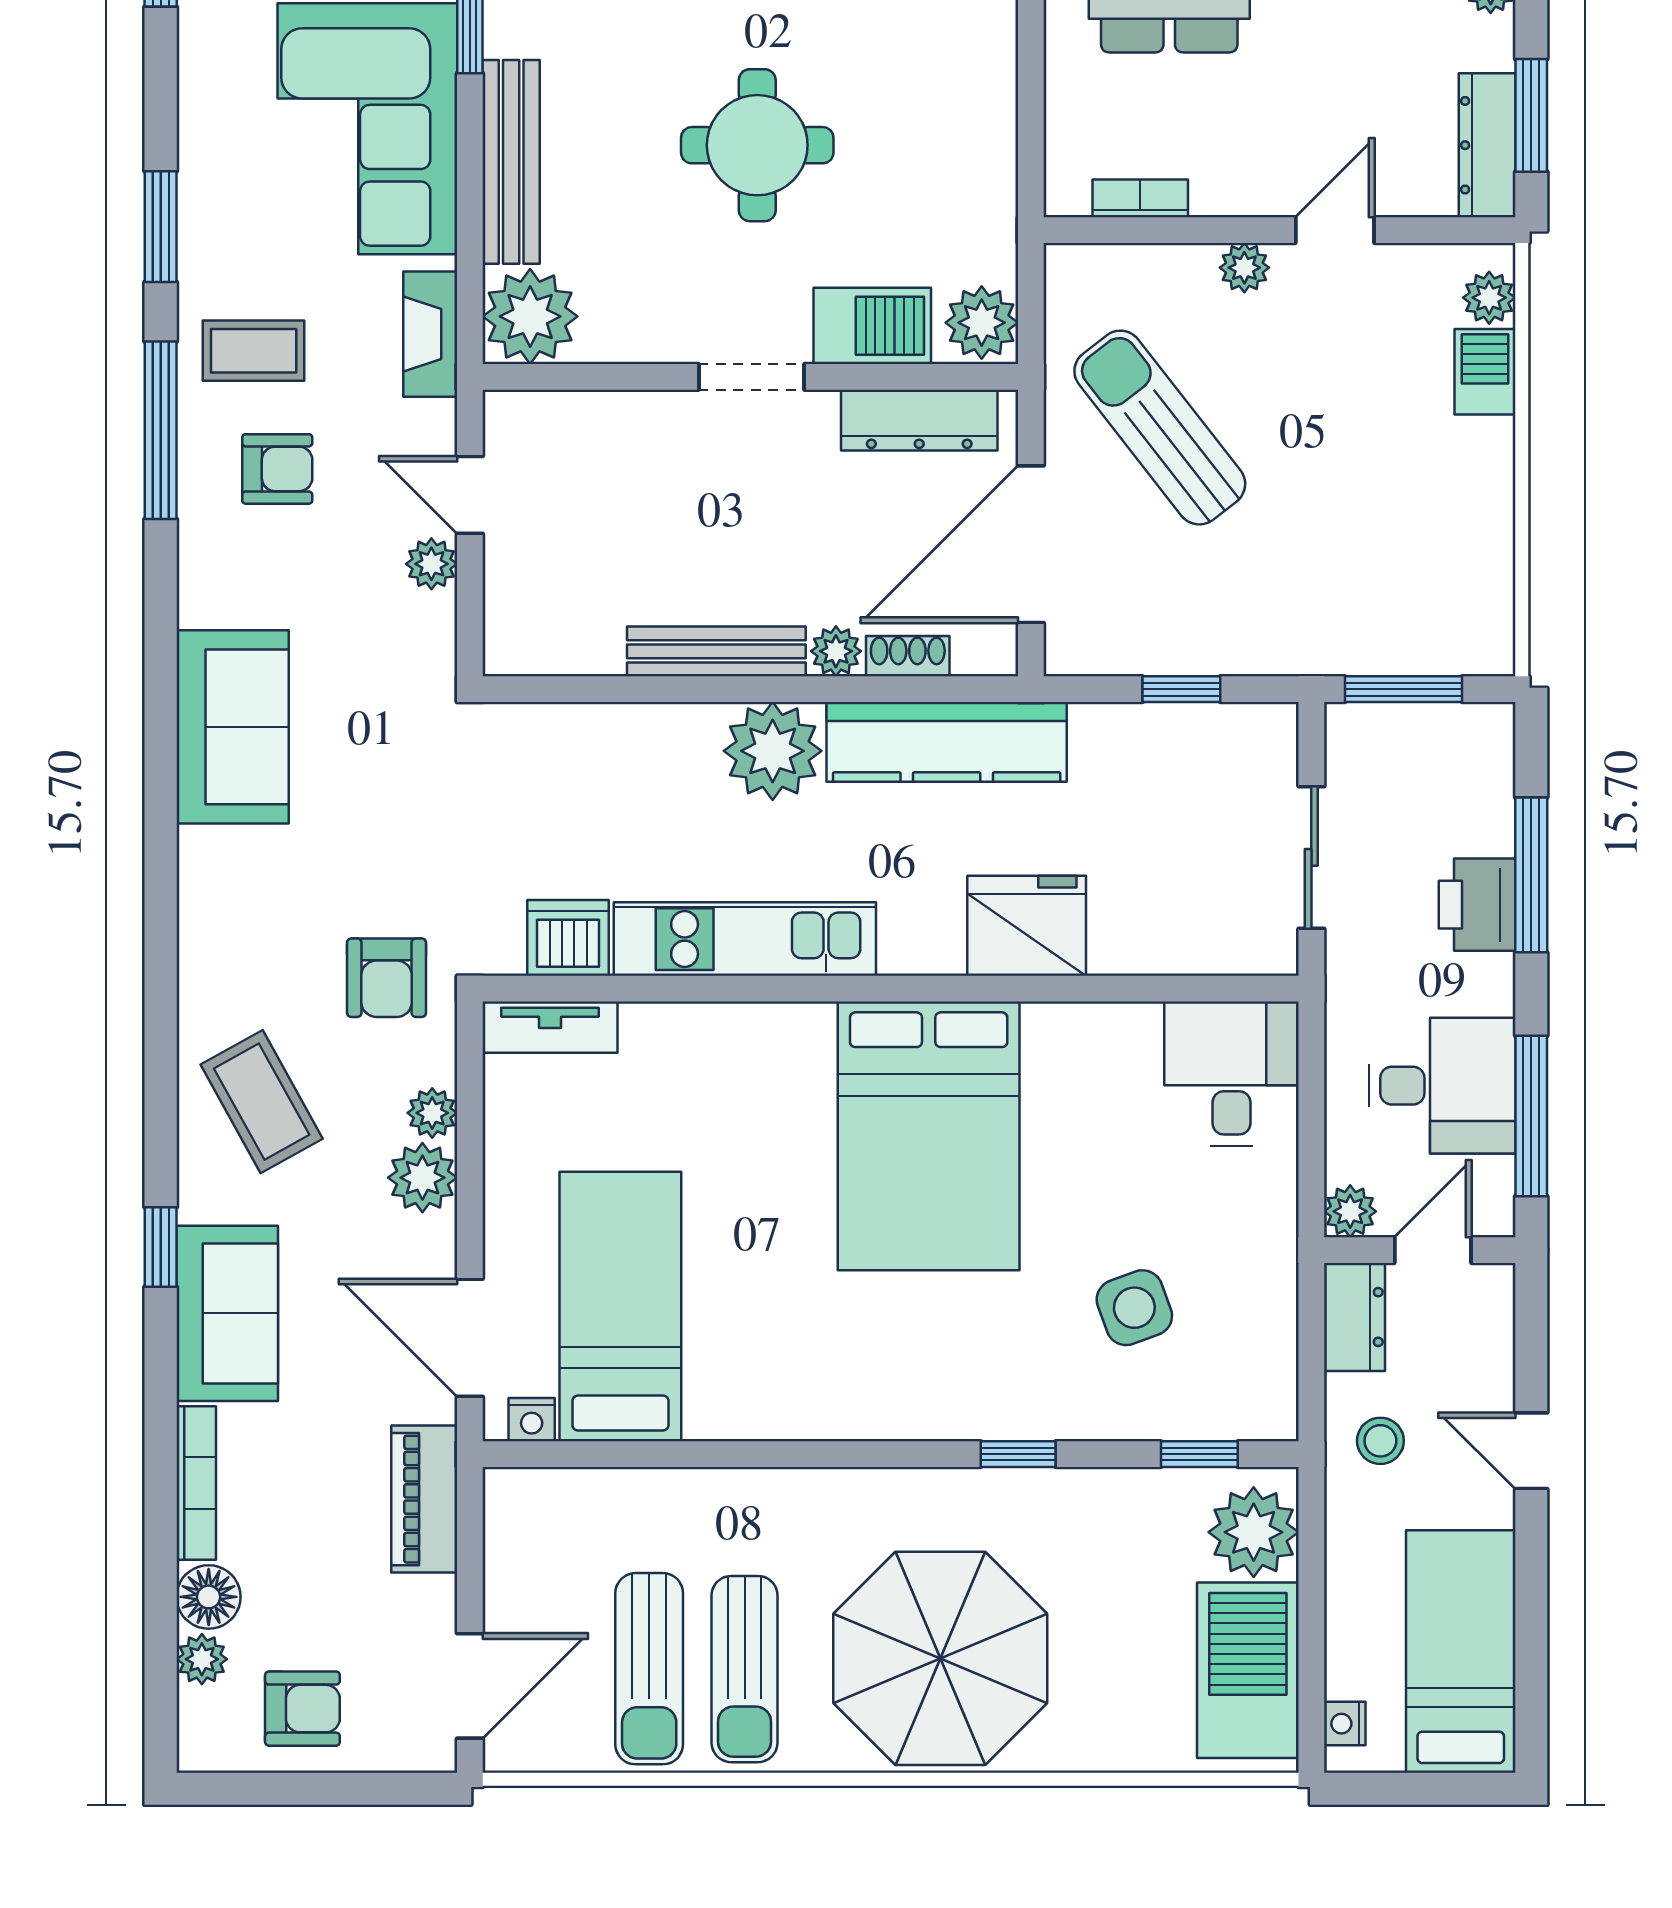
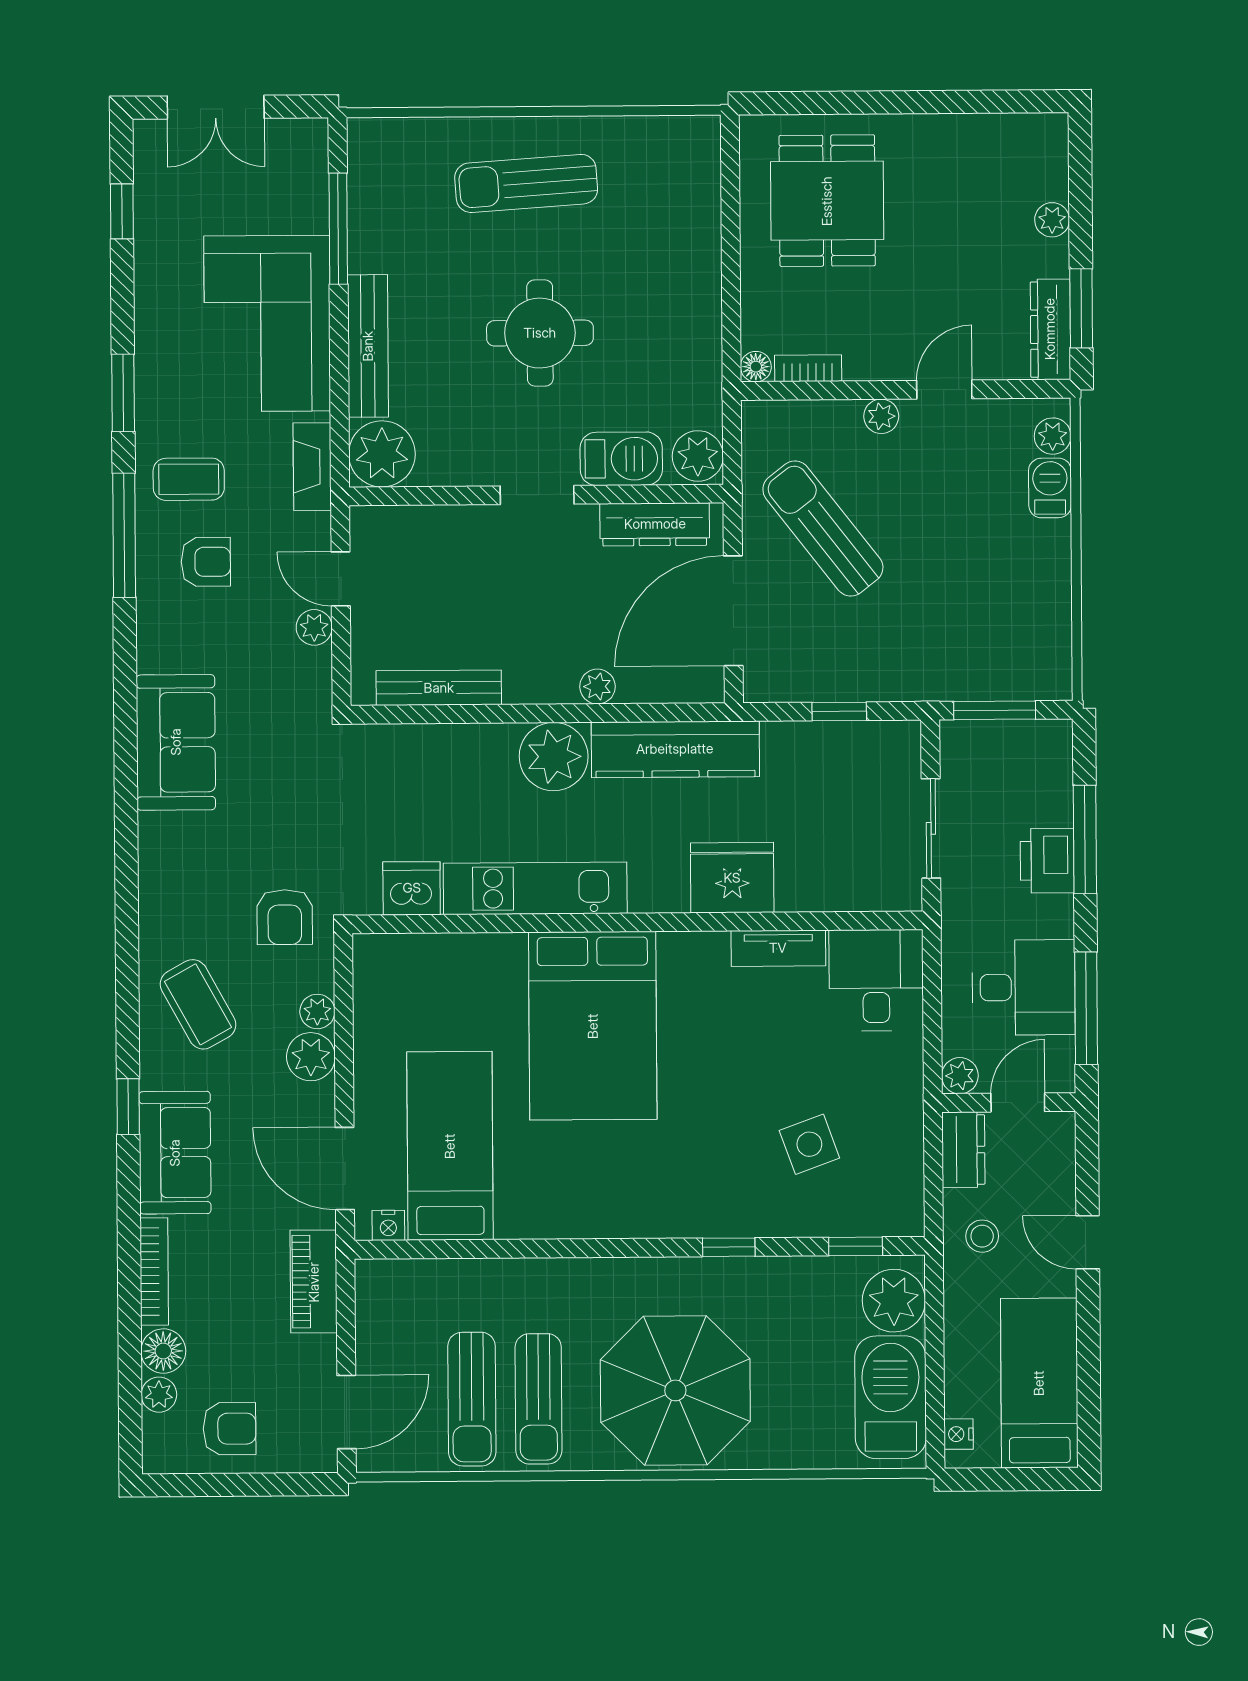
floor lamp: (1066, 195) -> (756, 367), added
bench: (716, 651) -> (439, 688), moved
shoe rack: (908, 656) -> (648, 690), removed
tv unit: (550, 1027) -> (778, 948), moved
bed: (929, 1136) -> (593, 1026), moved

